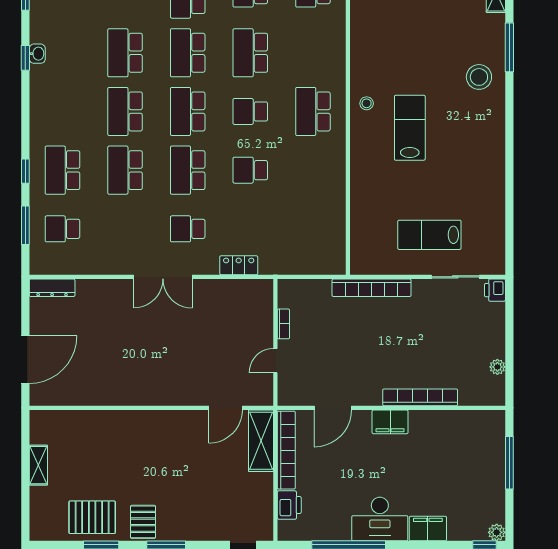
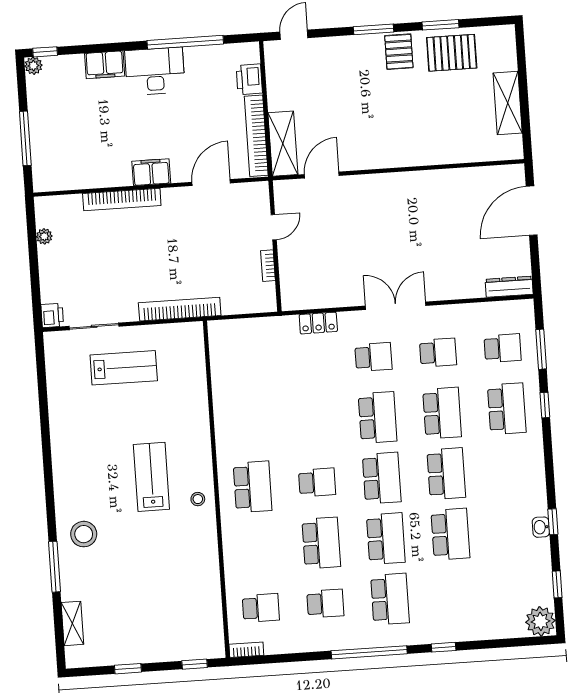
lab bench: (410, 128) -> (151, 477), turned 180
school desk: (250, 170) -> (438, 353), moved
shelving: (38, 465) -> (508, 103), width x1.50, depth x1.33

